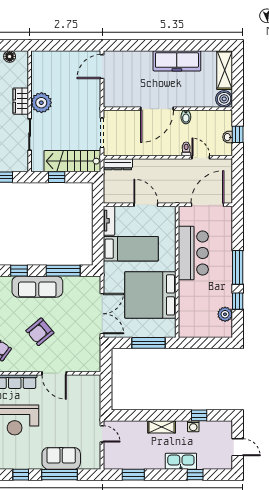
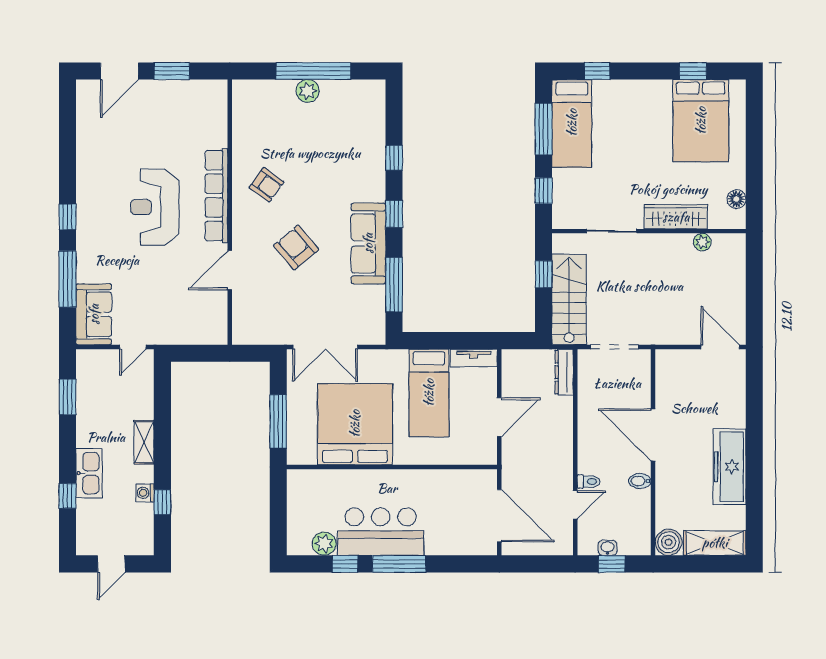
wardrobe: (21, 101) -> (676, 217), width x1.50
plant: (41, 103) -> (702, 242), moved, width x0.53, depth x0.53
bar counter: (193, 253) -> (381, 532), moved, turned 180
sofa: (61, 458) -> (94, 314), moved

